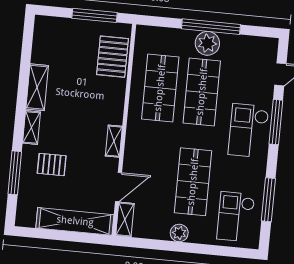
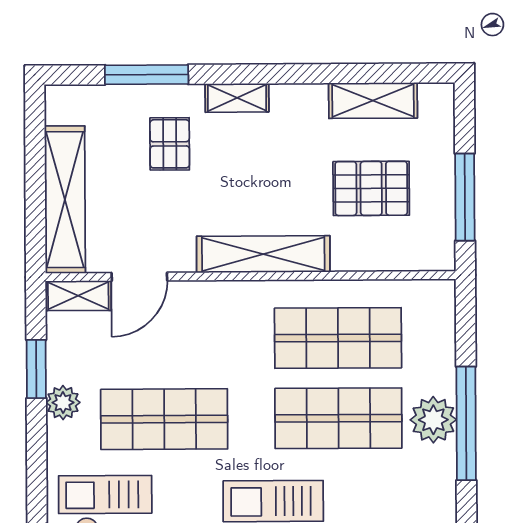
pallet: (113, 57) -> (371, 188), moved
shelving: (37, 87) -> (373, 101), moved
shelving: (114, 141) -> (263, 254), width x2.20, depth x1.33
door: (118, 187) -> (139, 277), hinge flipped
window: (160, 245) -> (36, 369), added

